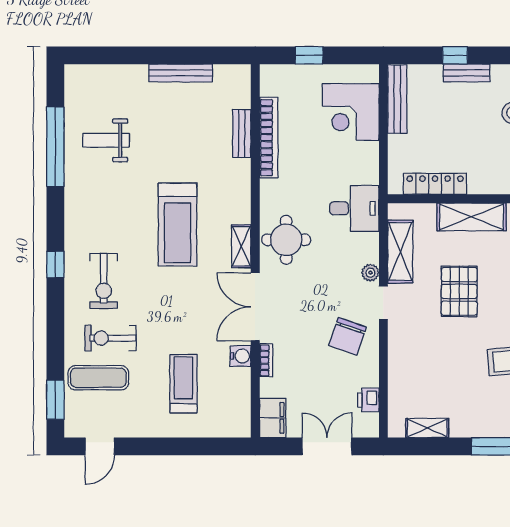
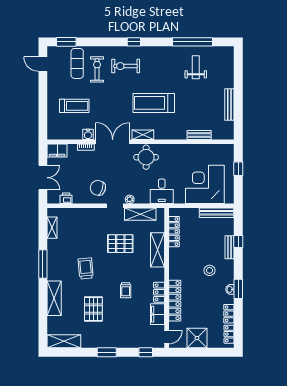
corner desk: (351, 112) -> (205, 184), width x1.36, depth x1.36
bookcase: (269, 138) -> (197, 148), removed

